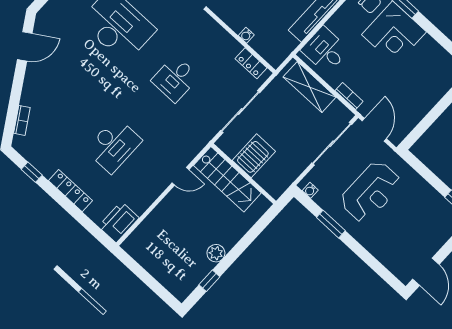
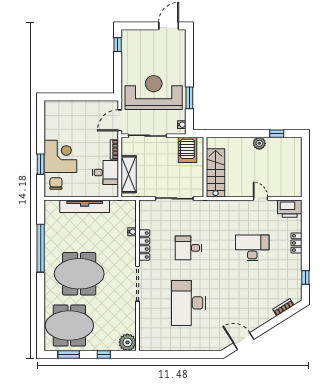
desk: (325, 50) -> (105, 172), moved, turned -90
locker: (251, 63) -> (144, 245), moved, width x1.53
desk: (175, 79) -> (188, 248), turned 180
server rack: (254, 156) -> (187, 150), moved, turned -90
door: (181, 176) -> (260, 198), moved
locker: (70, 191) -> (296, 243), width x0.66
reception desk: (371, 192) -> (154, 93), width x1.36, depth x1.30

